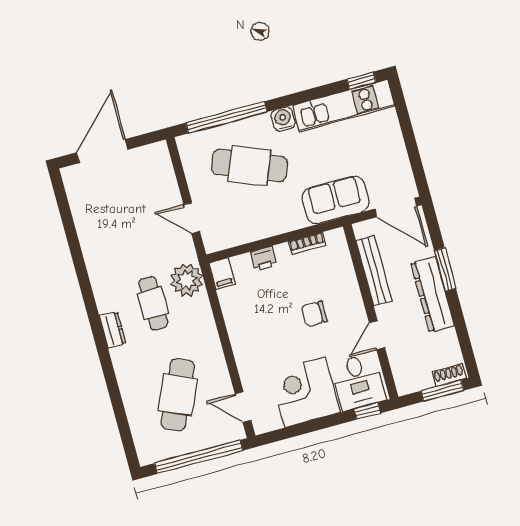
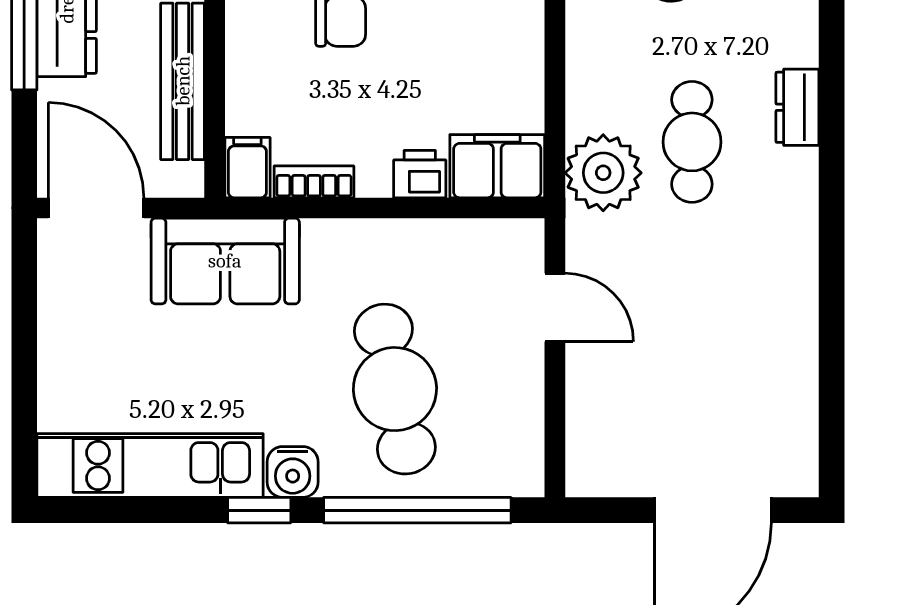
window: (361, 81) -> (259, 510), moved
cafe table: (250, 166) -> (395, 389), turned 57
filing cabinet: (337, 242) -> (247, 168), added
filing cabinet: (222, 274) -> (497, 166), width x2.00

